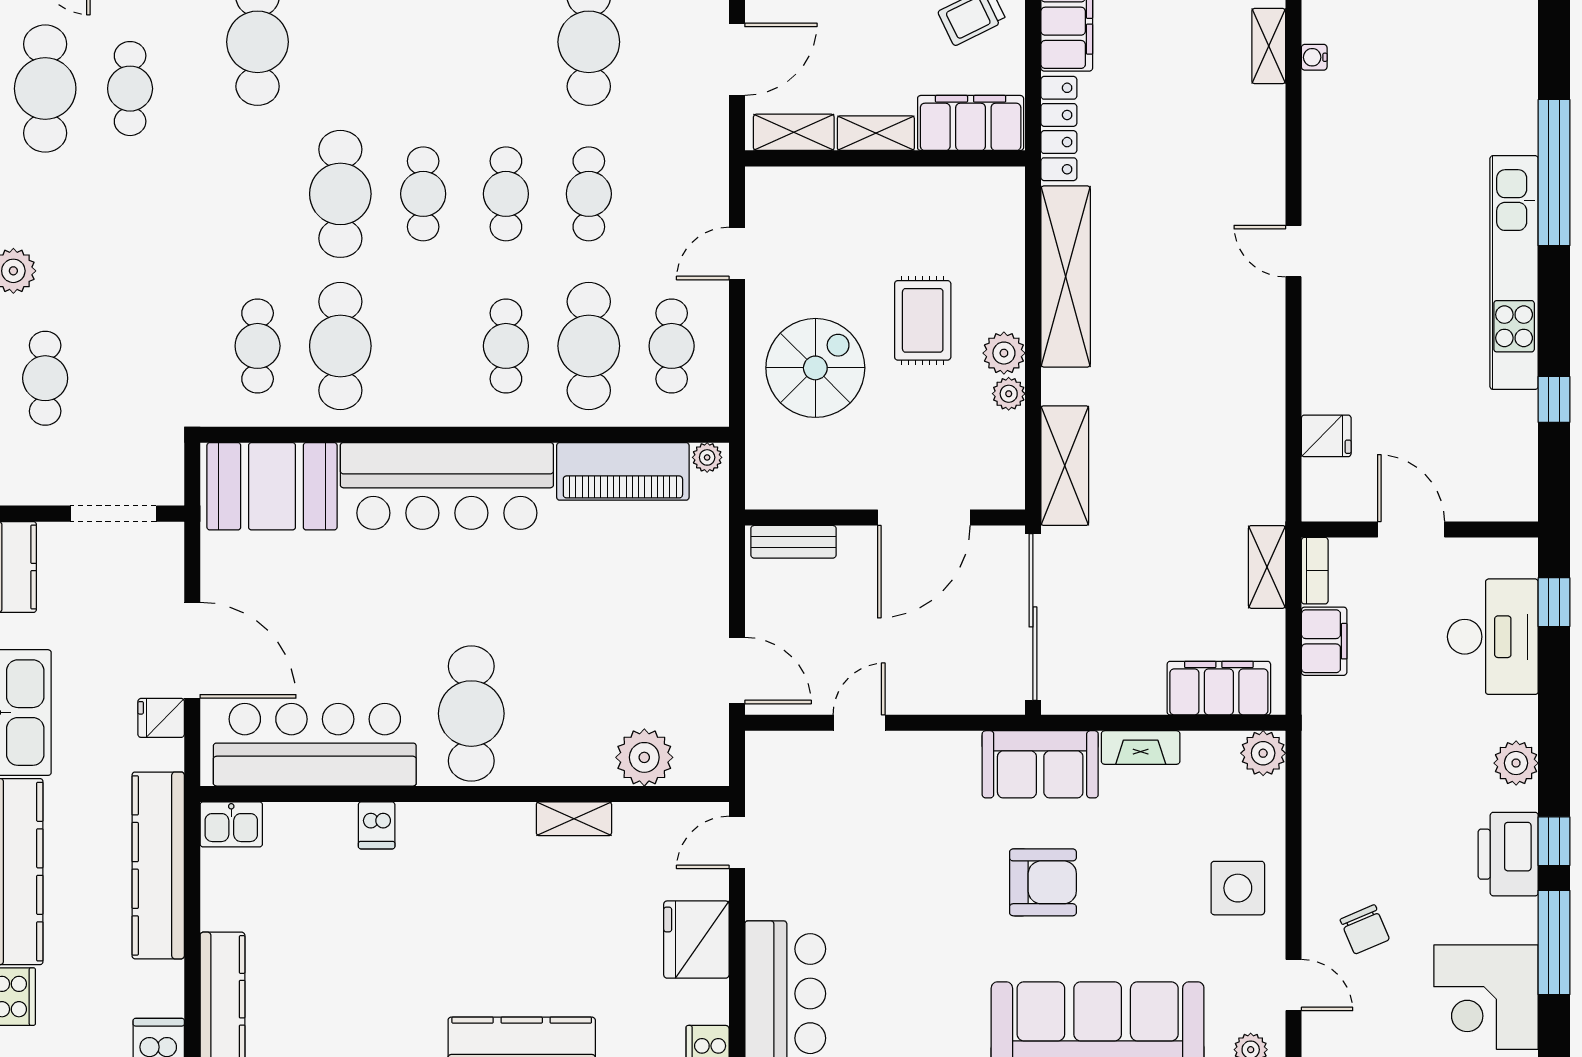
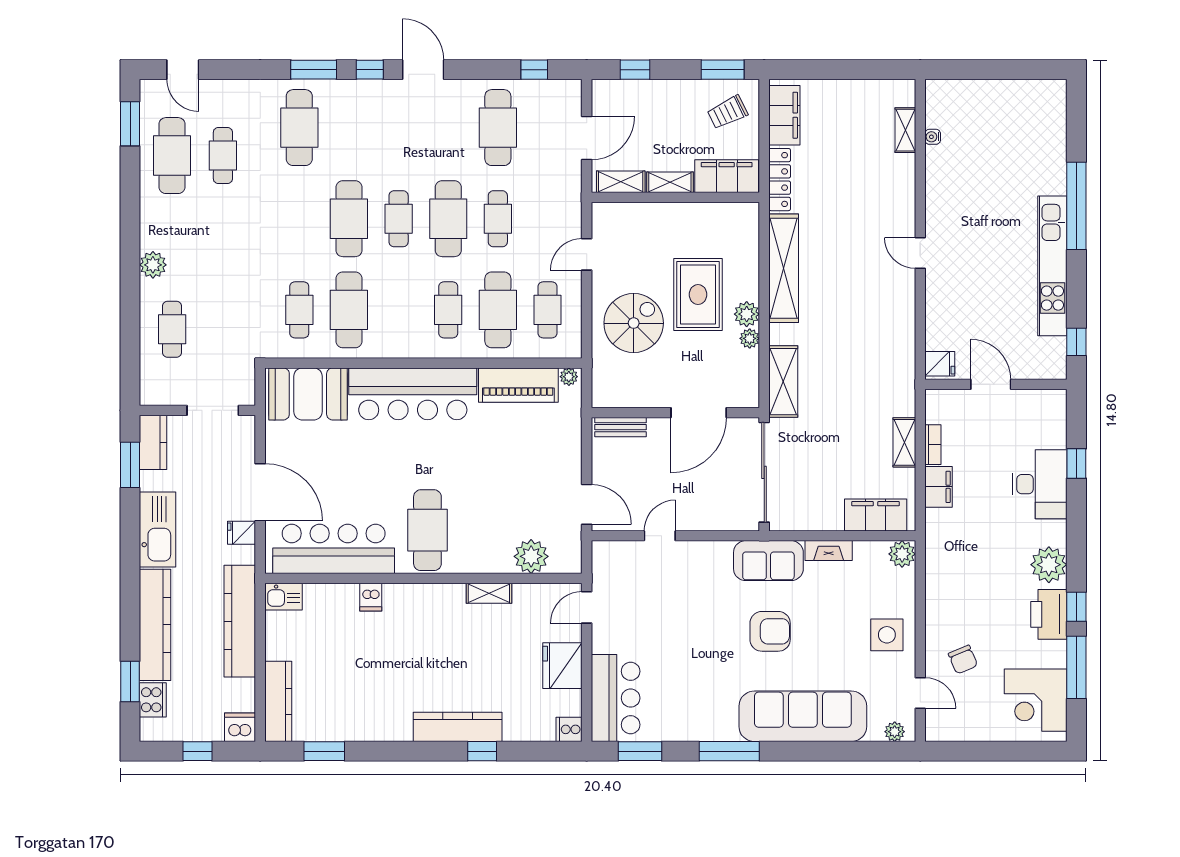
cafe table: (506, 194) -> (448, 219), width x1.37, depth x1.35
rug: (923, 320) -> (698, 295), width x1.36, depth x1.43
door: (1411, 529) -> (991, 384), moved
wall: (1420, 529) -> (996, 384), moved
plant: (1516, 763) -> (1049, 565), width x1.36, depth x1.36

